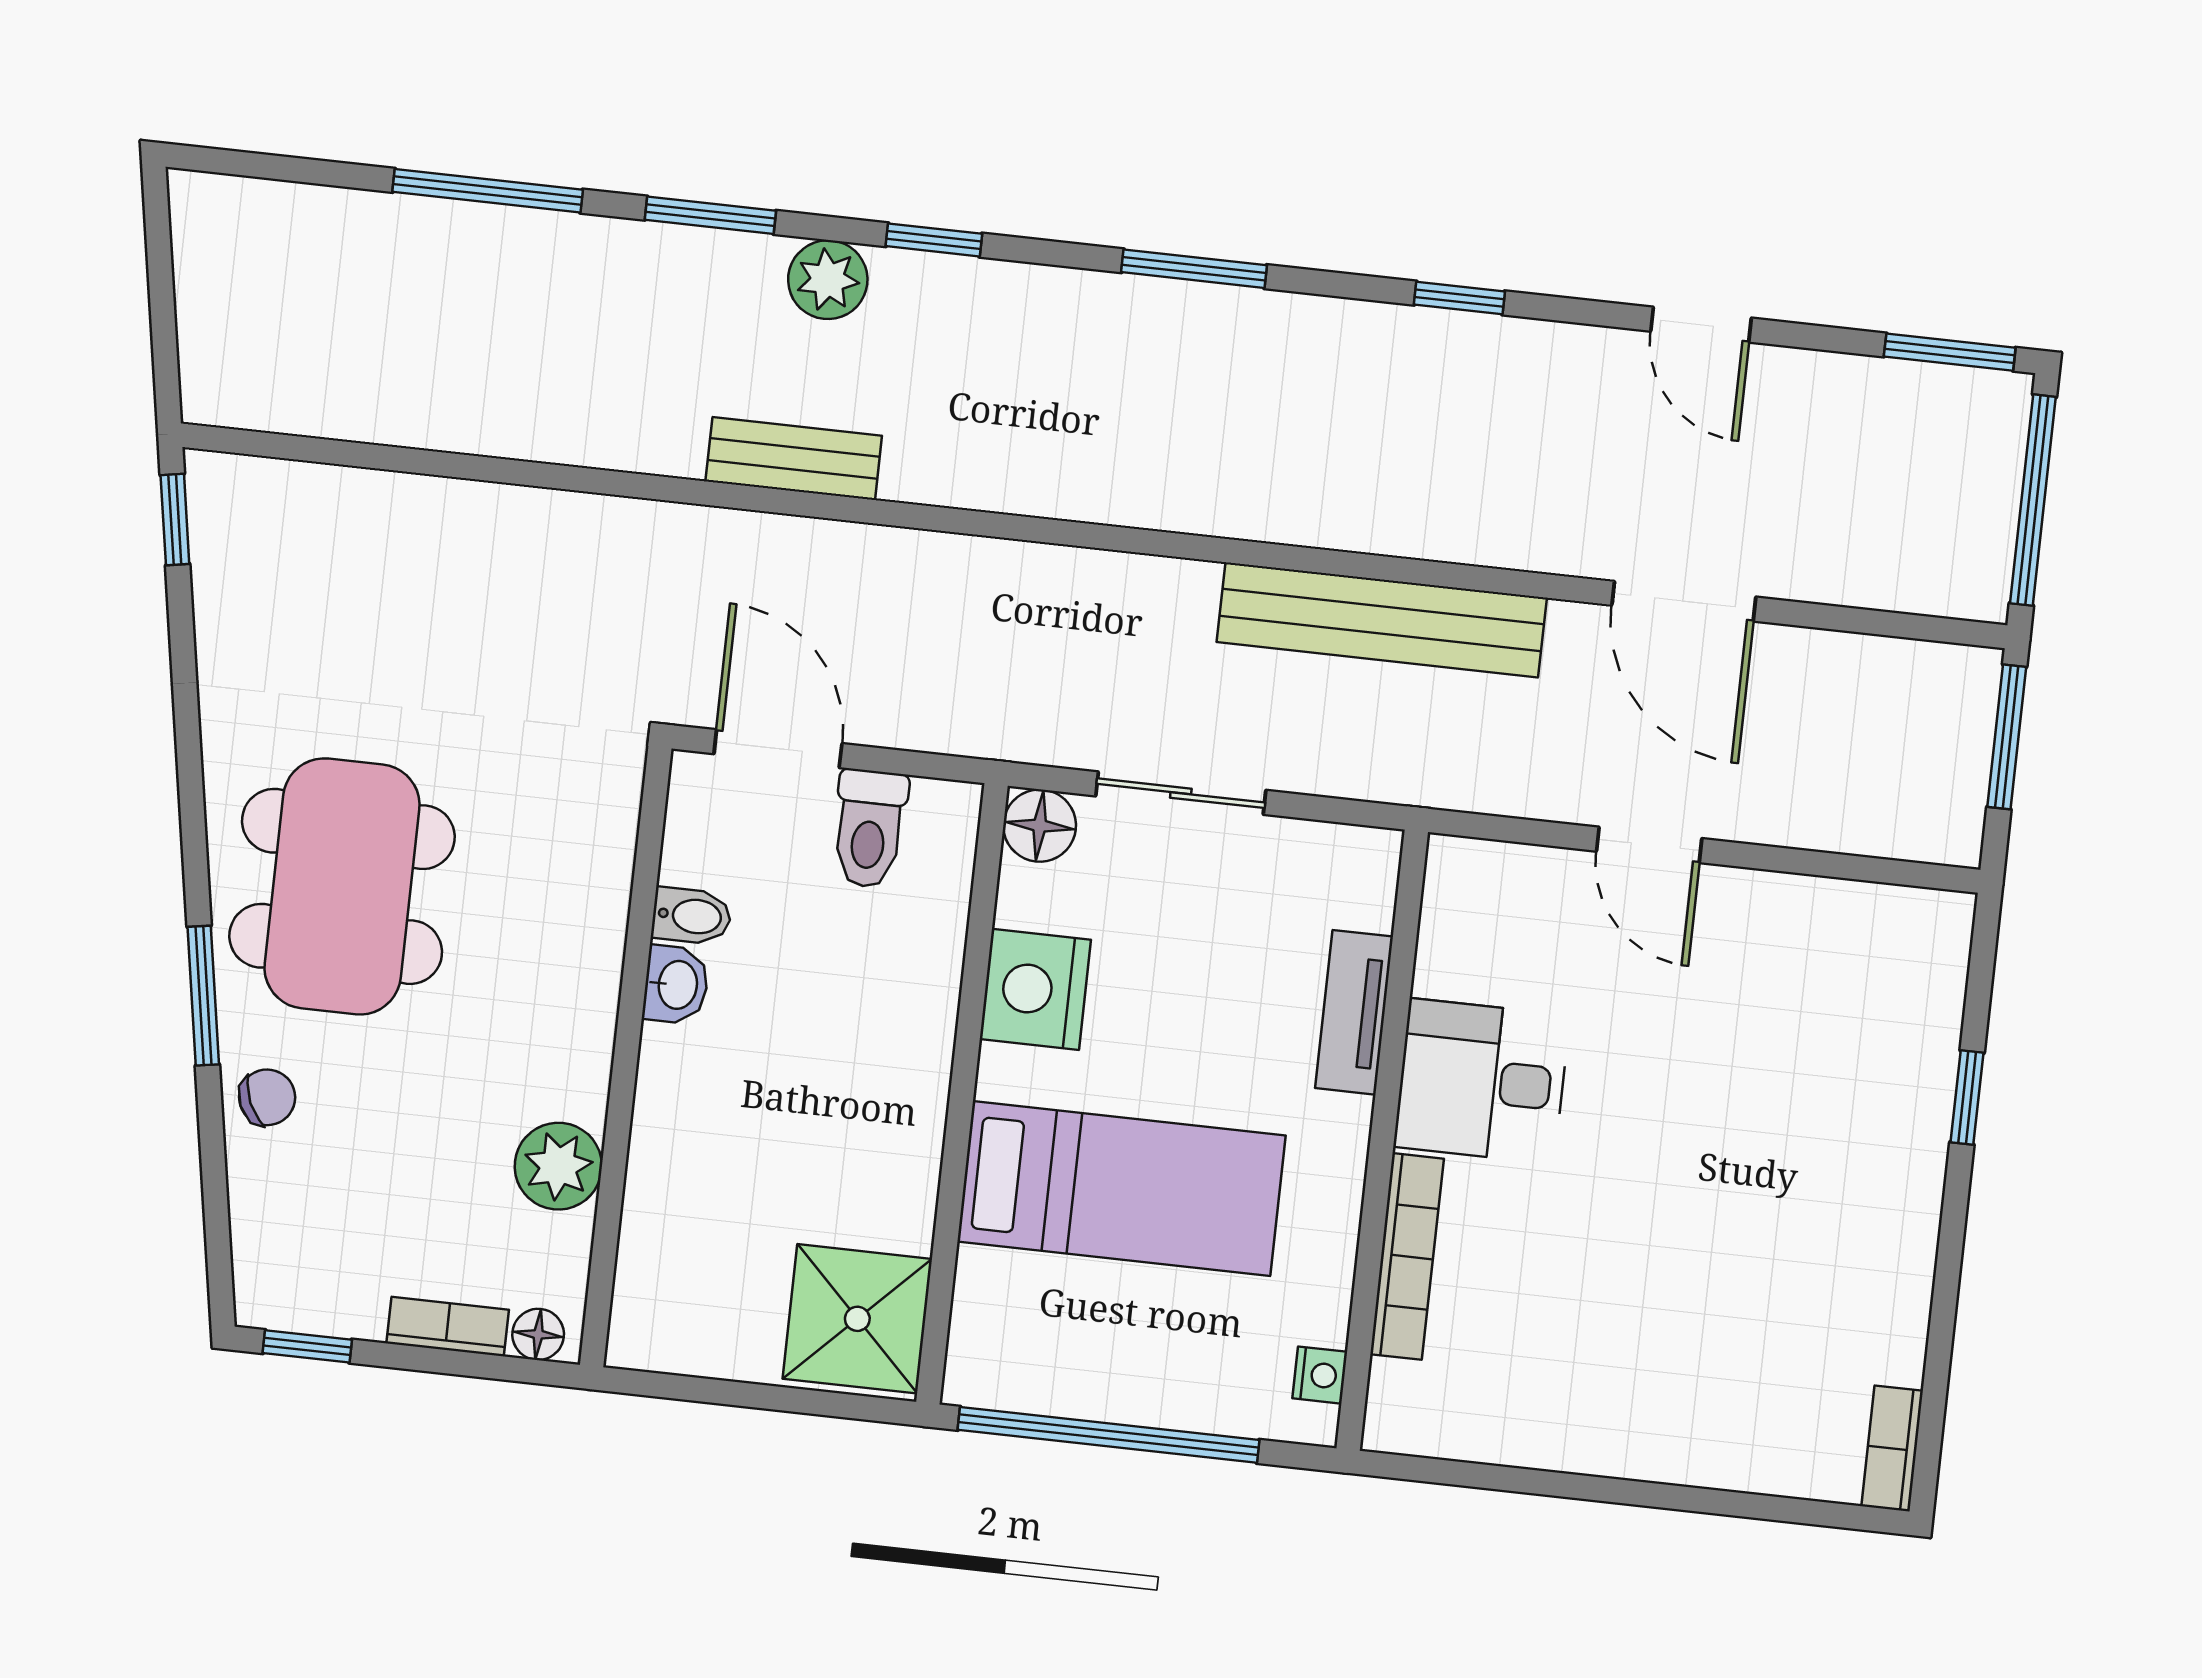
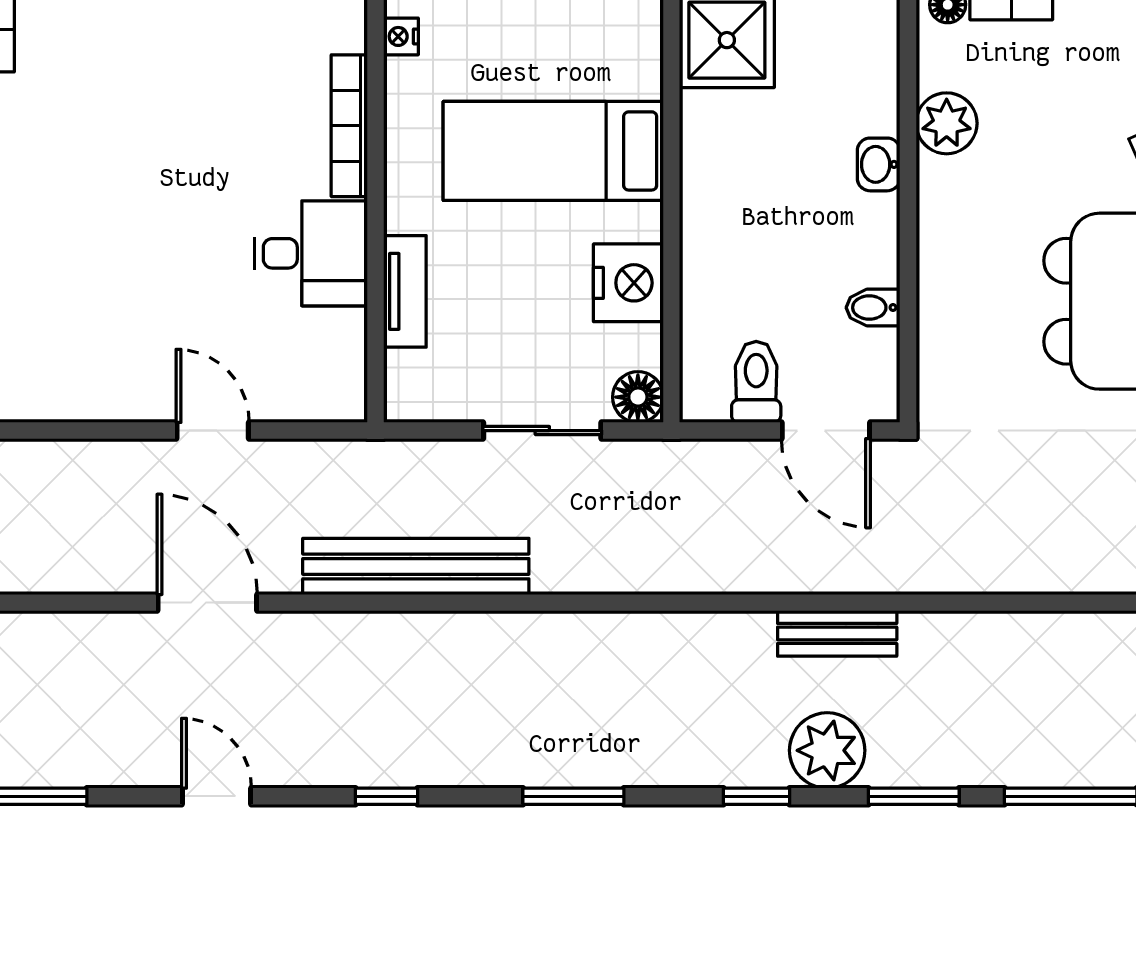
plant: (828, 280) -> (827, 750), width x1.36, depth x1.36
washbasin: (676, 985) -> (879, 164), moved

